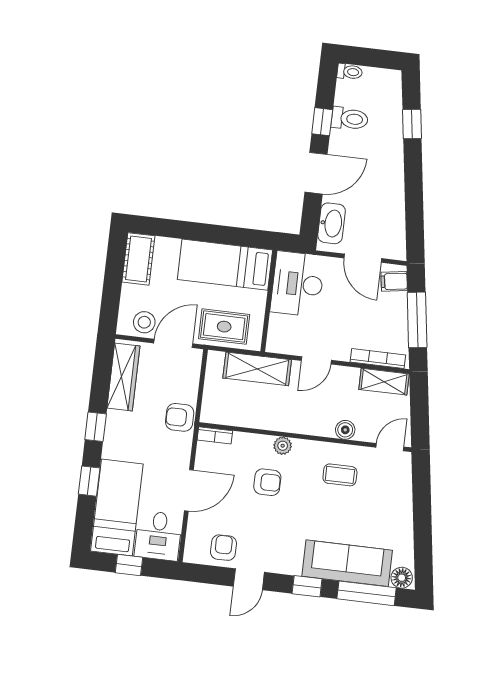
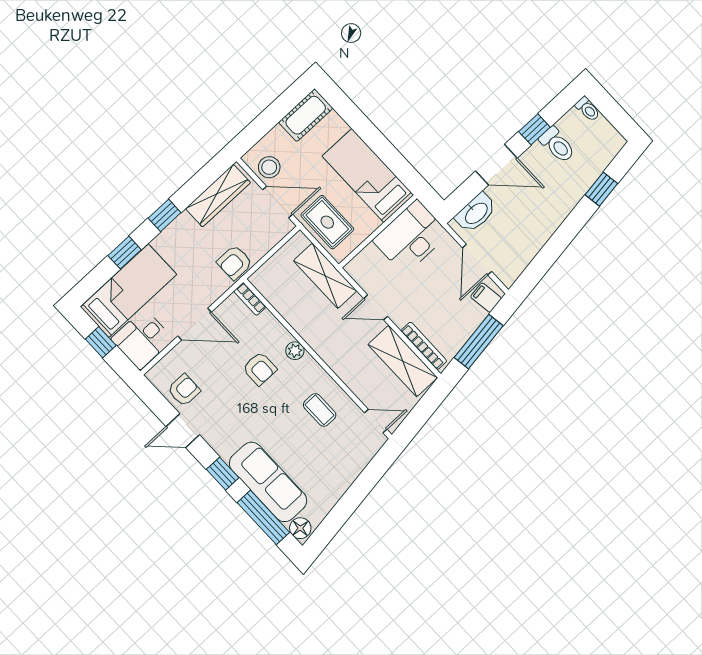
shelving: (384, 382) -> (403, 361), width x1.50, depth x1.33
armchair: (180, 417) -> (235, 263), turned -90
boiler: (345, 430) -> (353, 379), removed

